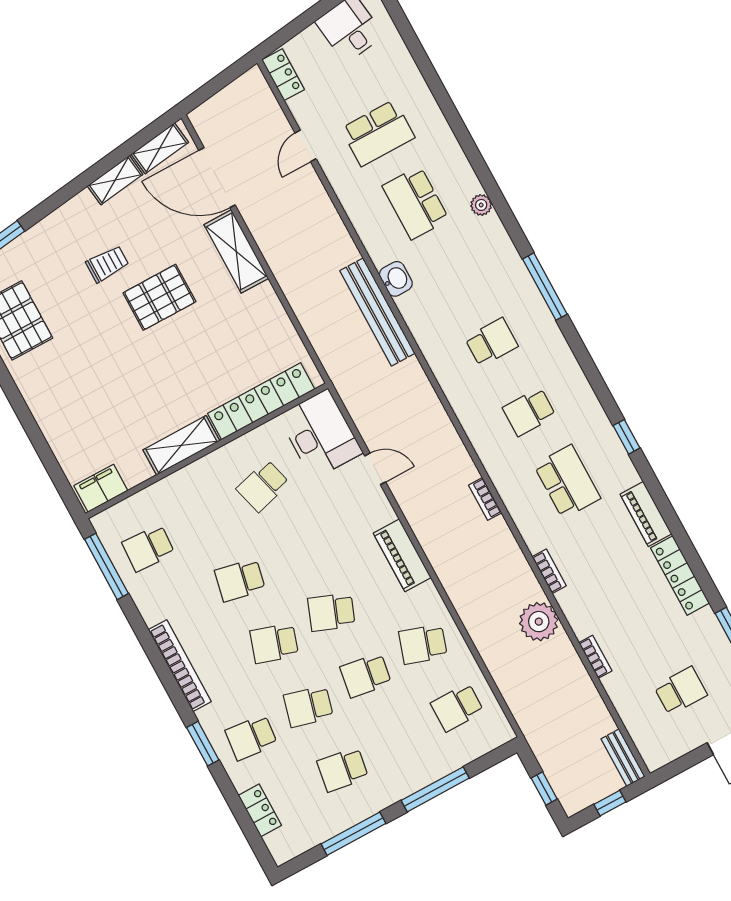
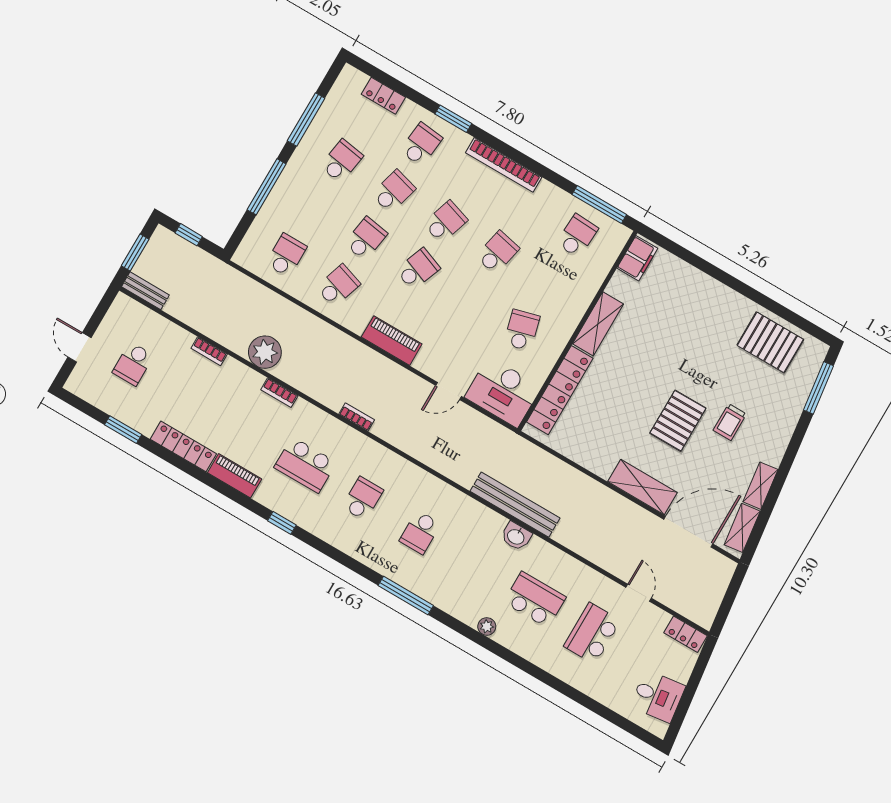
window: (610, 803) -> (135, 253), width x1.50

